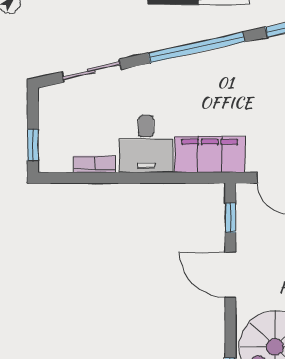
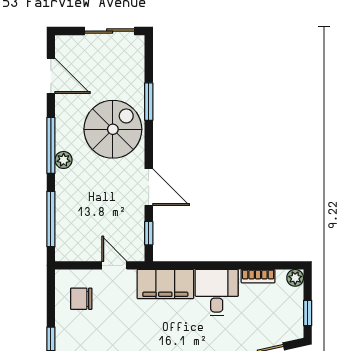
window: (33, 145) -> (308, 313), moved
plant: (48, 162) -> (295, 278), added

